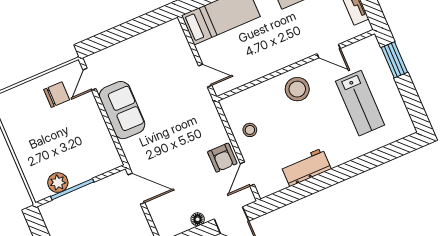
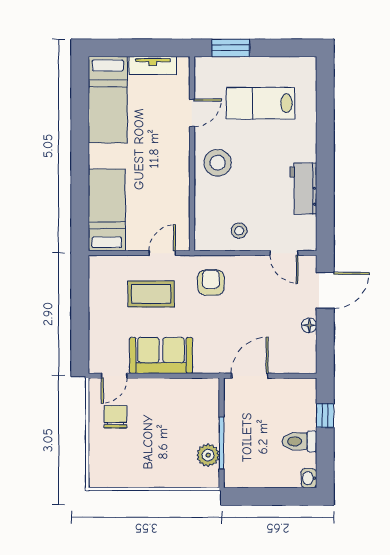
door: (89, 79) -> (114, 376), hinge flipped
coffee table: (168, 81) -> (151, 294), added
lab bench: (360, 103) -> (261, 103), turned 180
armchair: (222, 158) -> (211, 282), moved, turned -90

